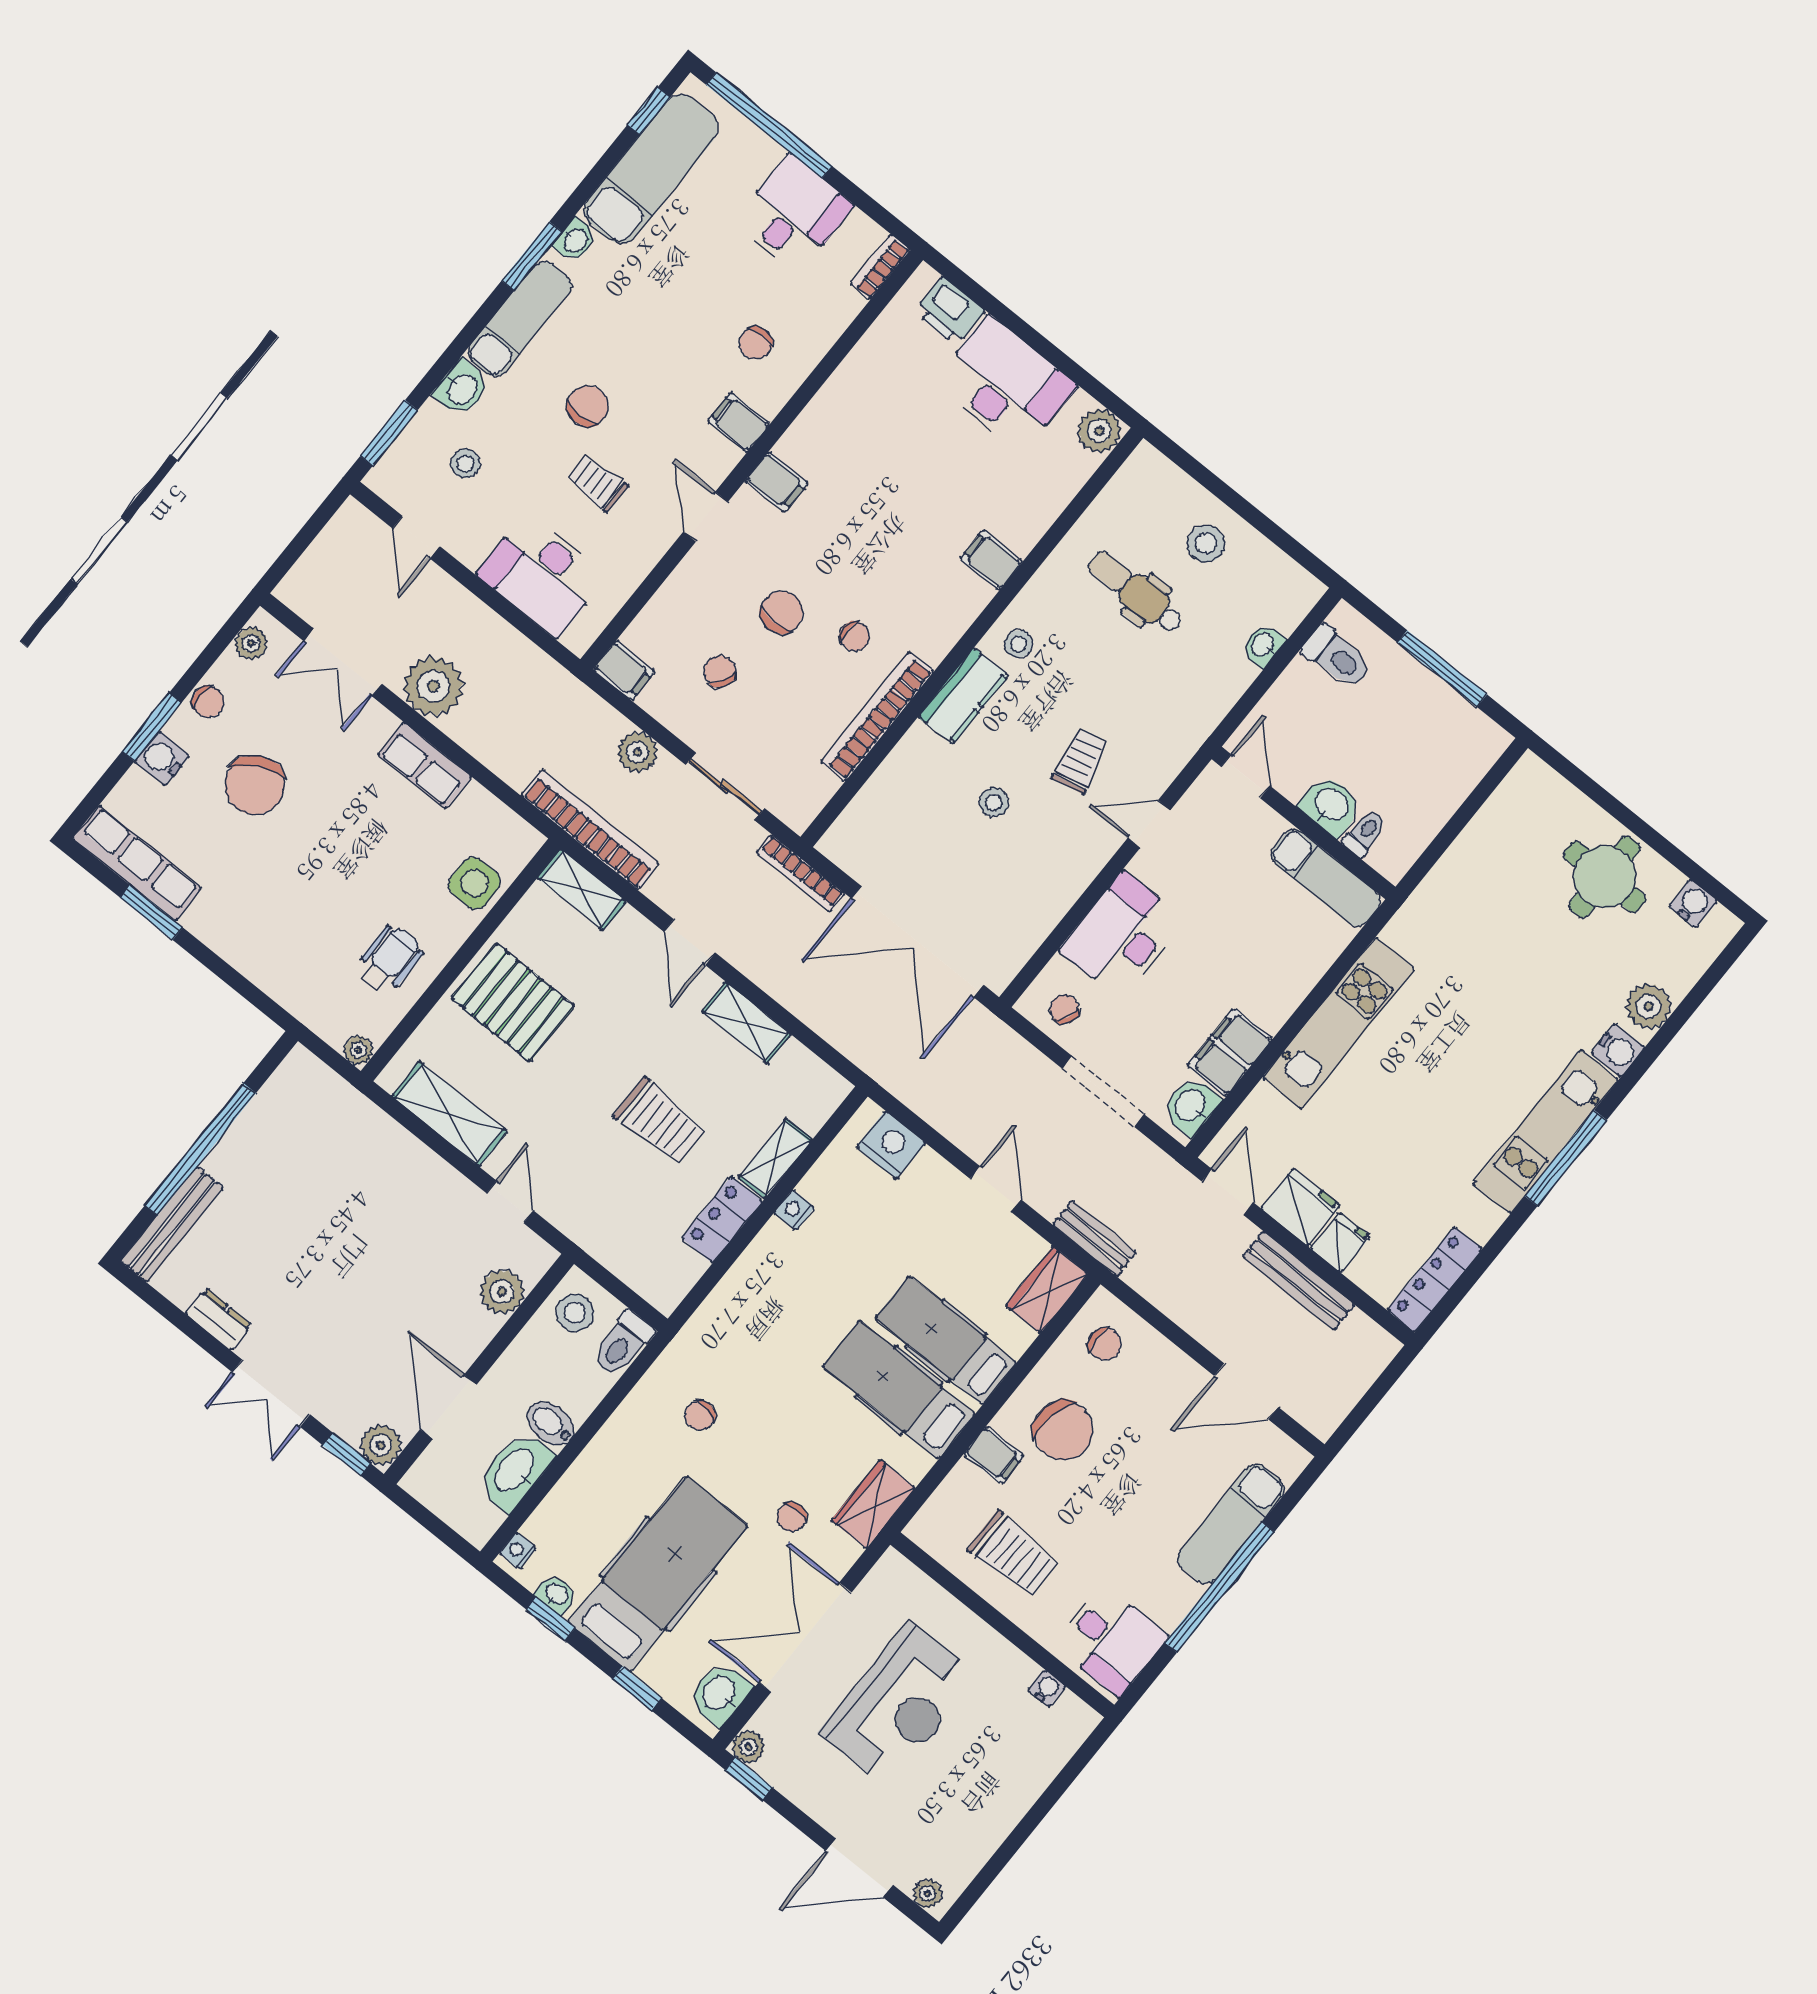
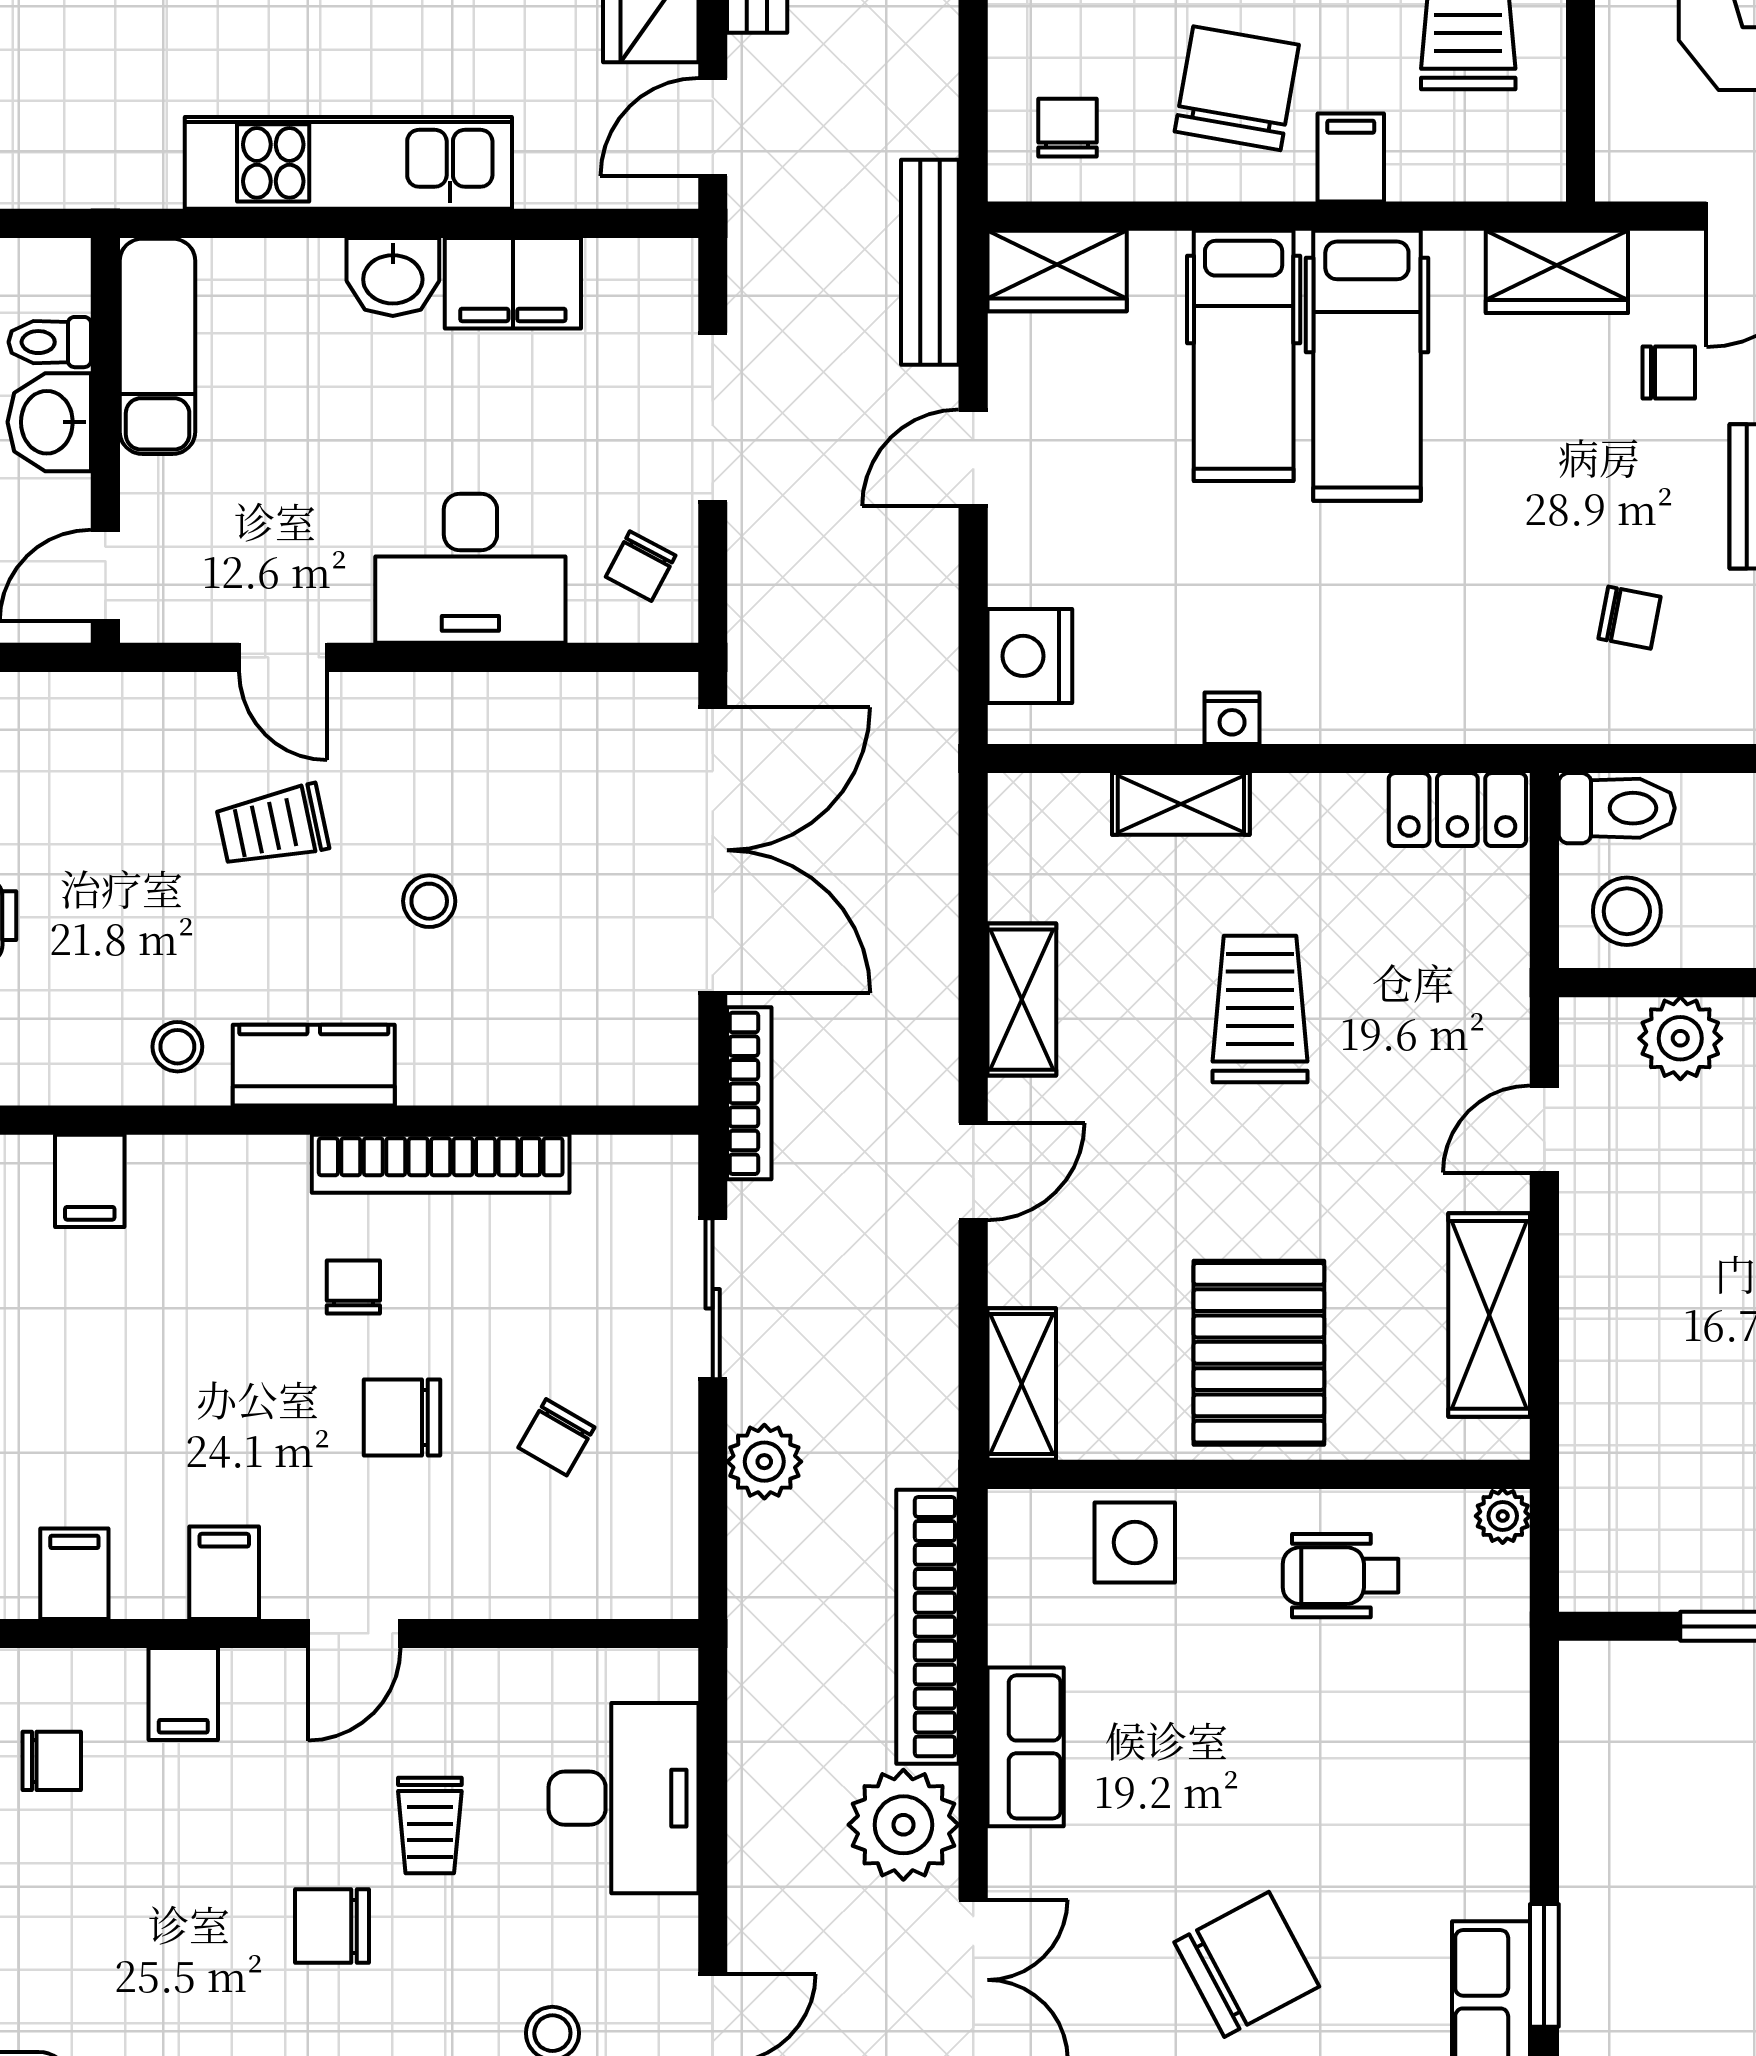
filing cabinet: (624, 670) -> (74, 1574), moved
bookcase: (590, 830) -> (927, 1627), moved
washbasin: (1191, 1106) -> (393, 277), moved
locker: (722, 1220) -> (1457, 810), moved
bench: (1095, 1238) -> (930, 262), width x1.36

